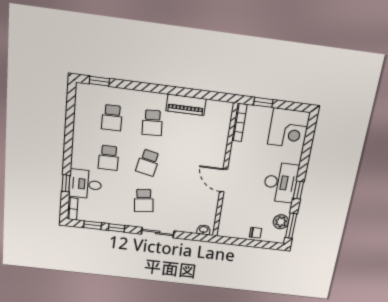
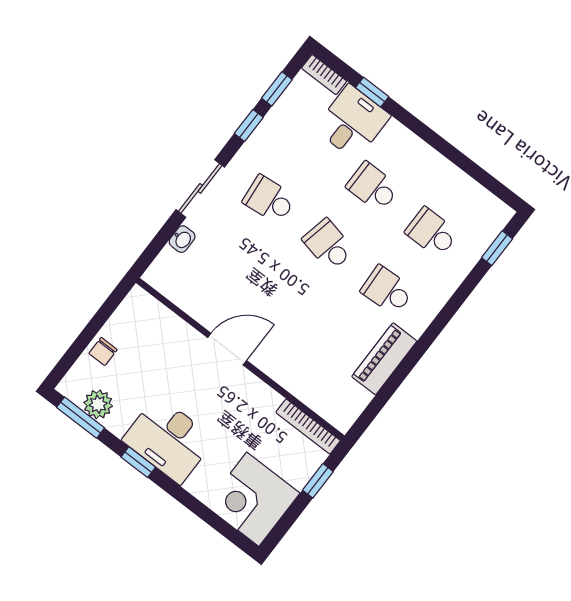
washbasin: (204, 230) -> (182, 239), moved

